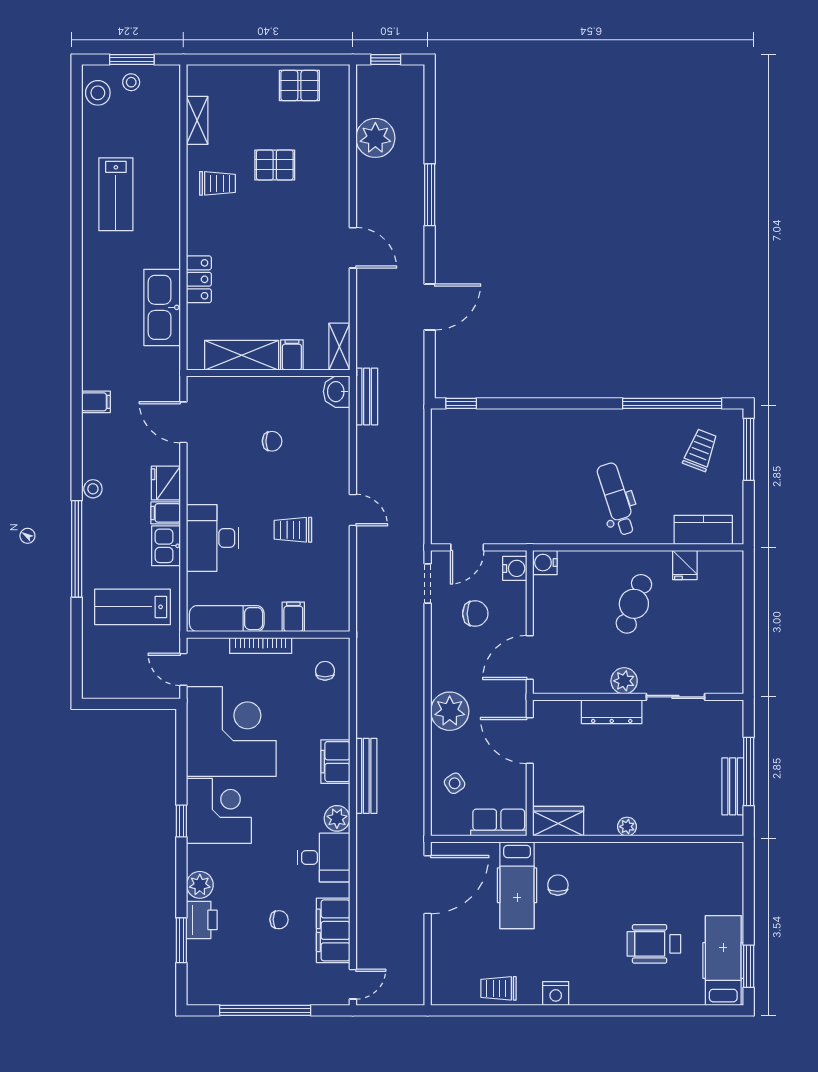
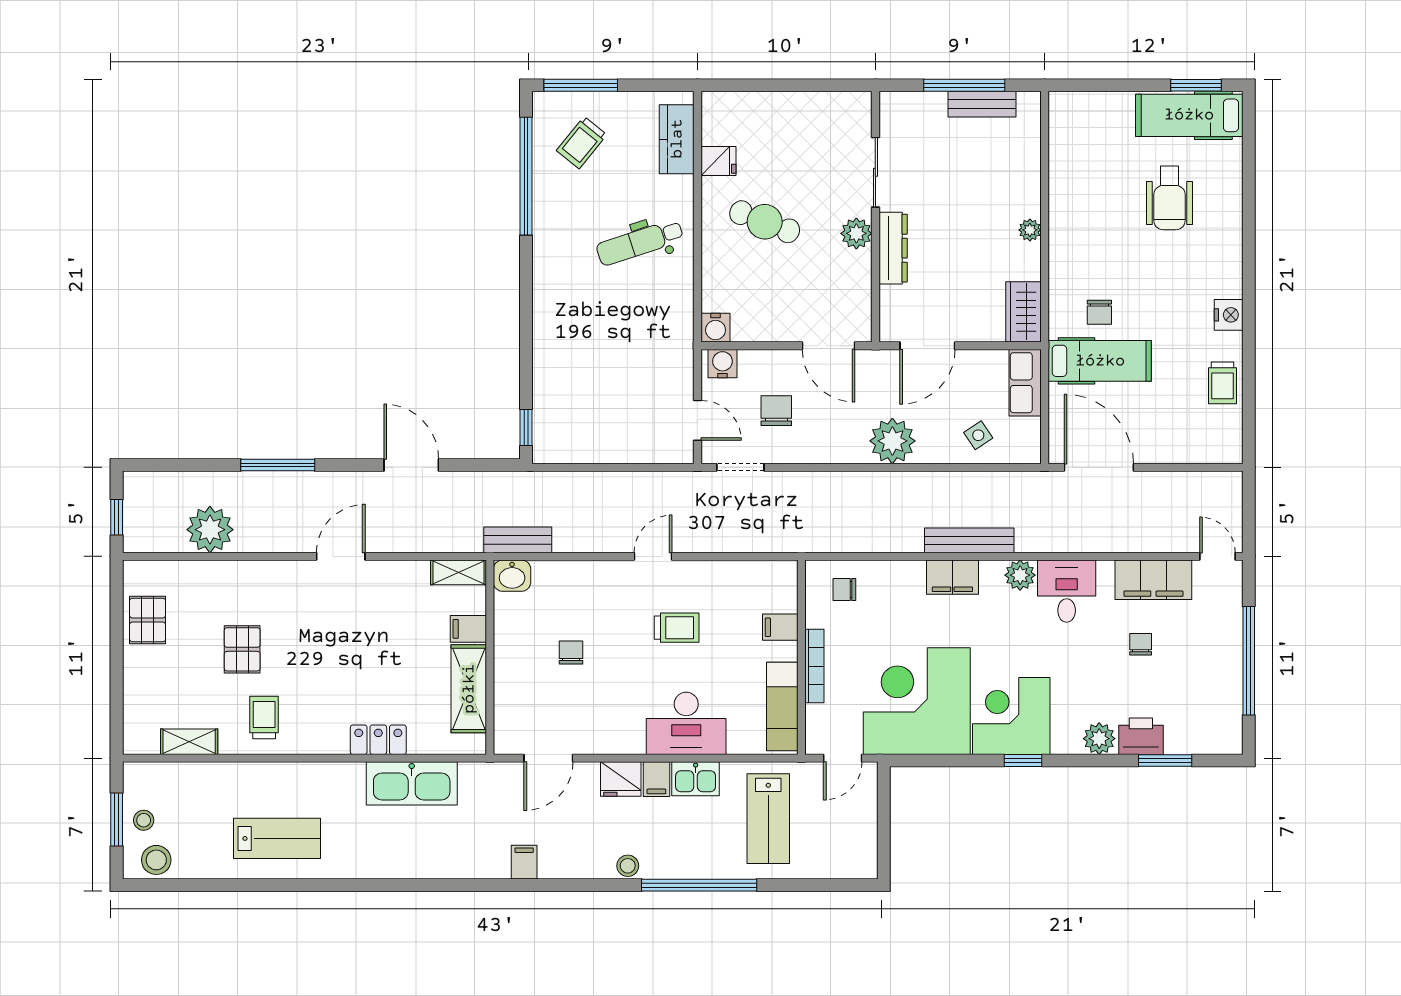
trolley: (700, 450) -> (582, 143), turned -72
trolley: (293, 530) -> (677, 628), turned -90
chair: (558, 885) -> (1099, 312), turned -90

